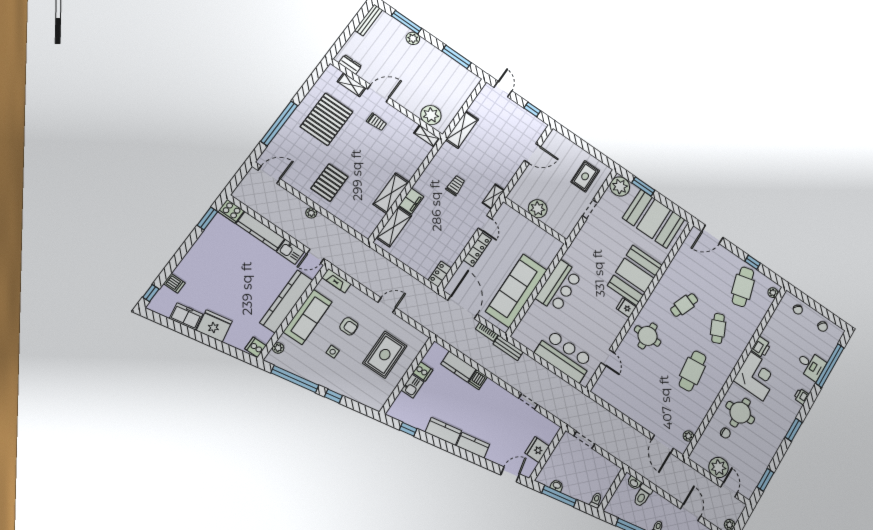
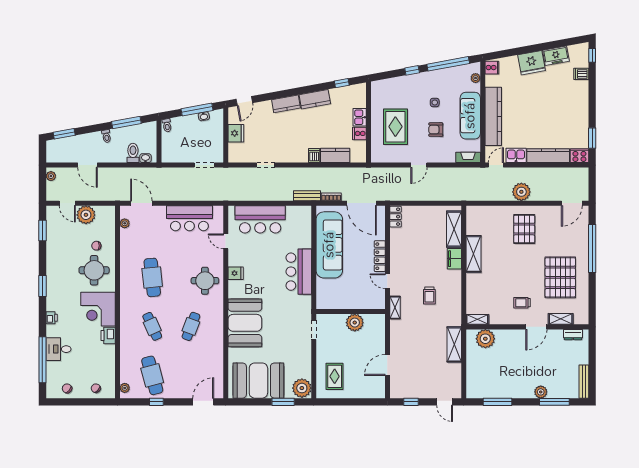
doorway: (590, 209) -> (314, 330), moved
plant: (311, 213) -> (521, 192), width x1.88, depth x1.88
fridge: (626, 308) -> (236, 273), moved
bar counter: (627, 401) -> (189, 218), added

